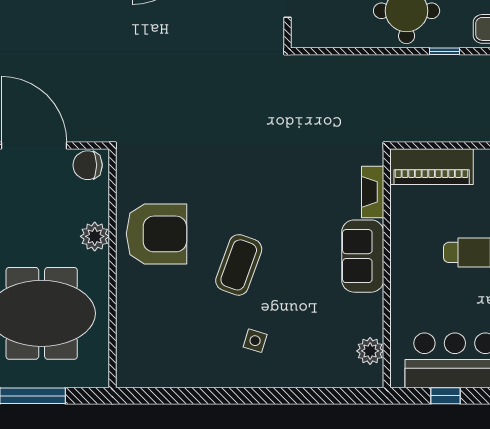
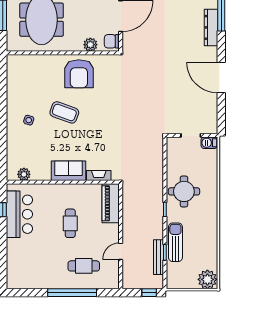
chair: (88, 165) -> (111, 41), turned -90
plant: (95, 236) -> (90, 45), moved

